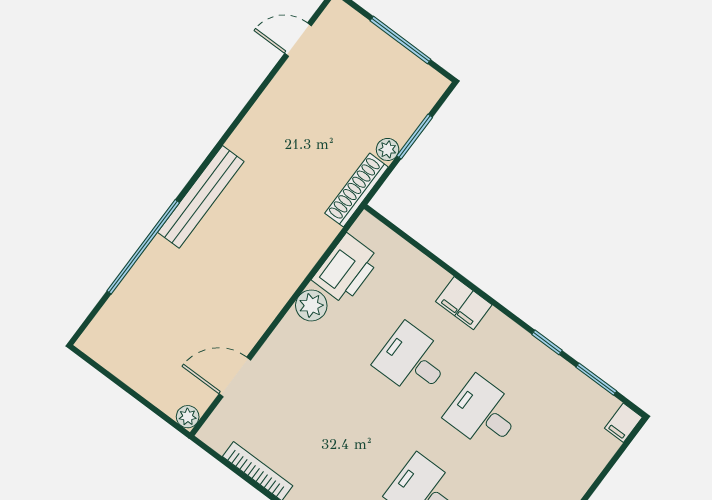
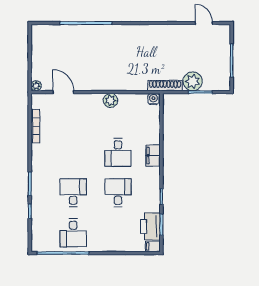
plant: (388, 149) -> (193, 81), width x1.88, depth x1.88
bench: (201, 197) -> (120, 30), removed
water cooler: (365, 228) -> (153, 99), added
printer: (346, 269) -> (150, 226), moved, turned 90
desk: (413, 361) -> (118, 152), turned 180

